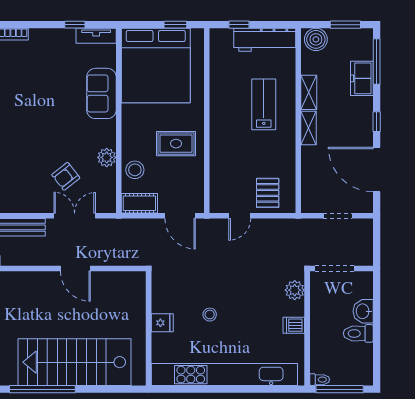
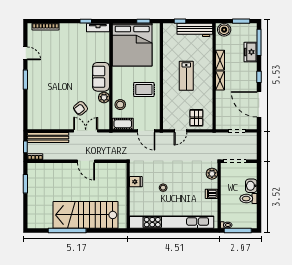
sofa: (101, 93) -> (101, 77), moved
lab bench: (264, 104) -> (186, 76), moved, turned 180
fridge: (162, 323) -> (136, 182), moved

